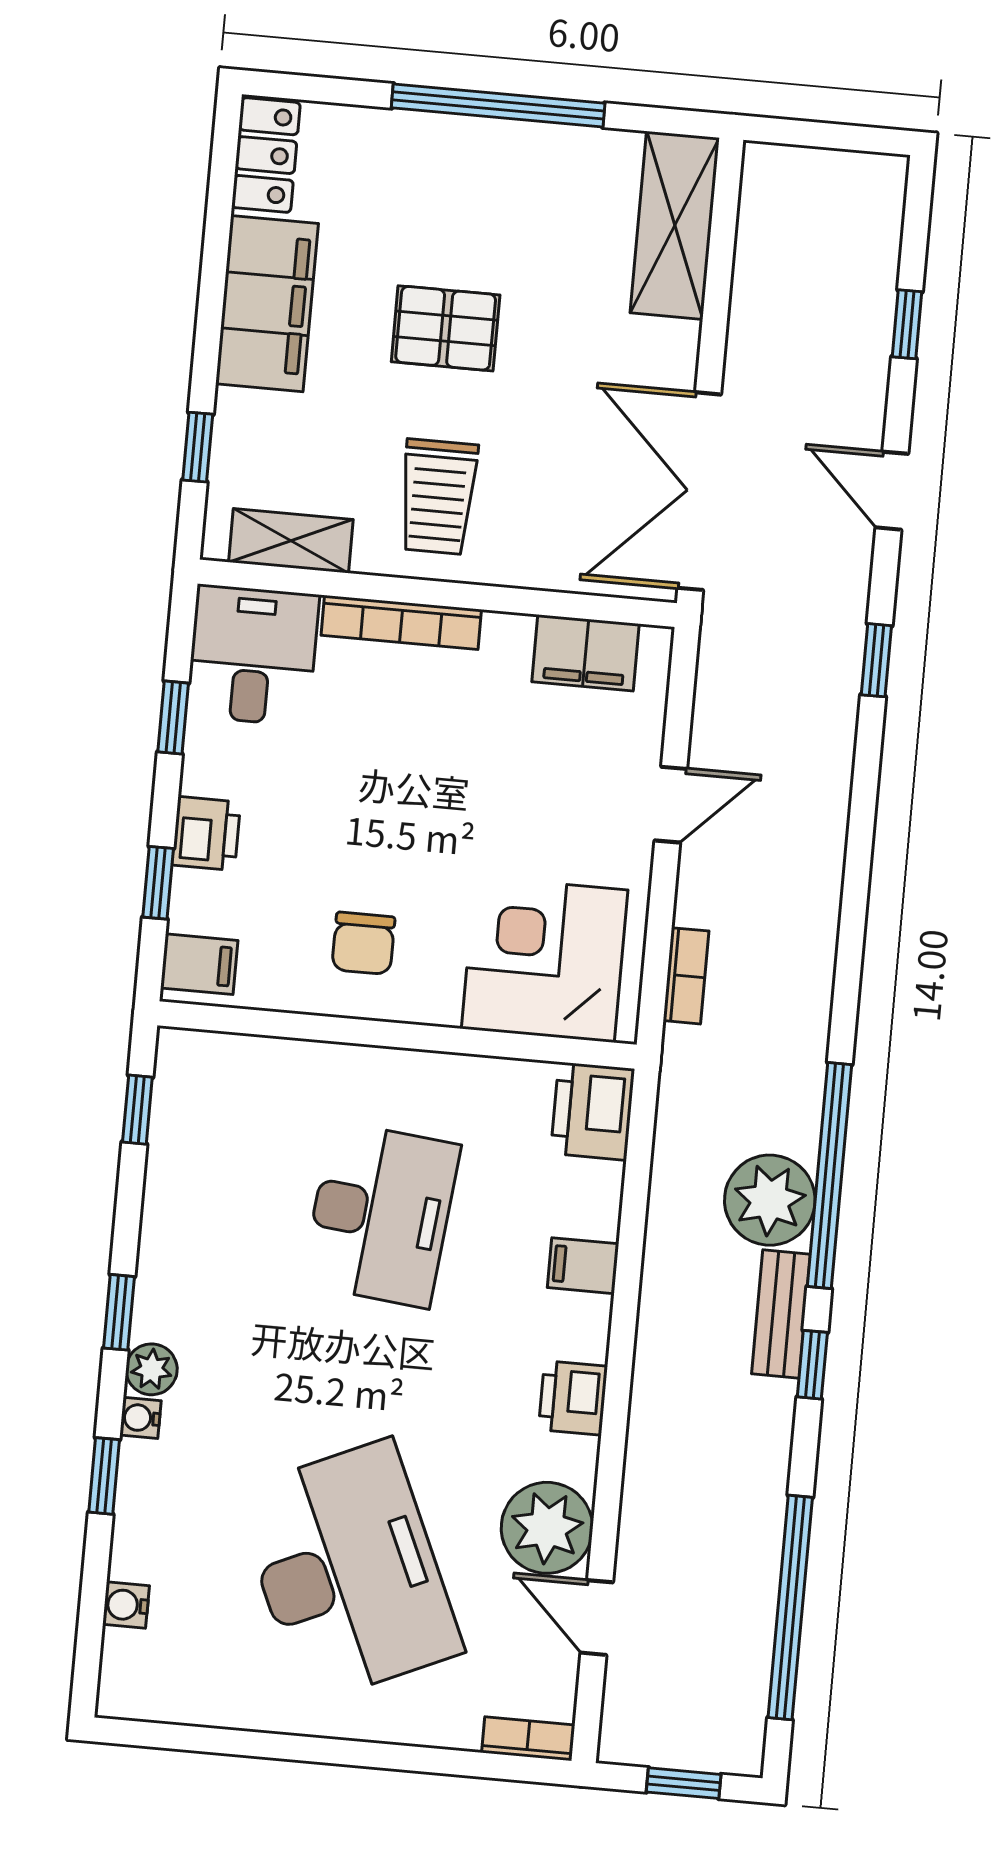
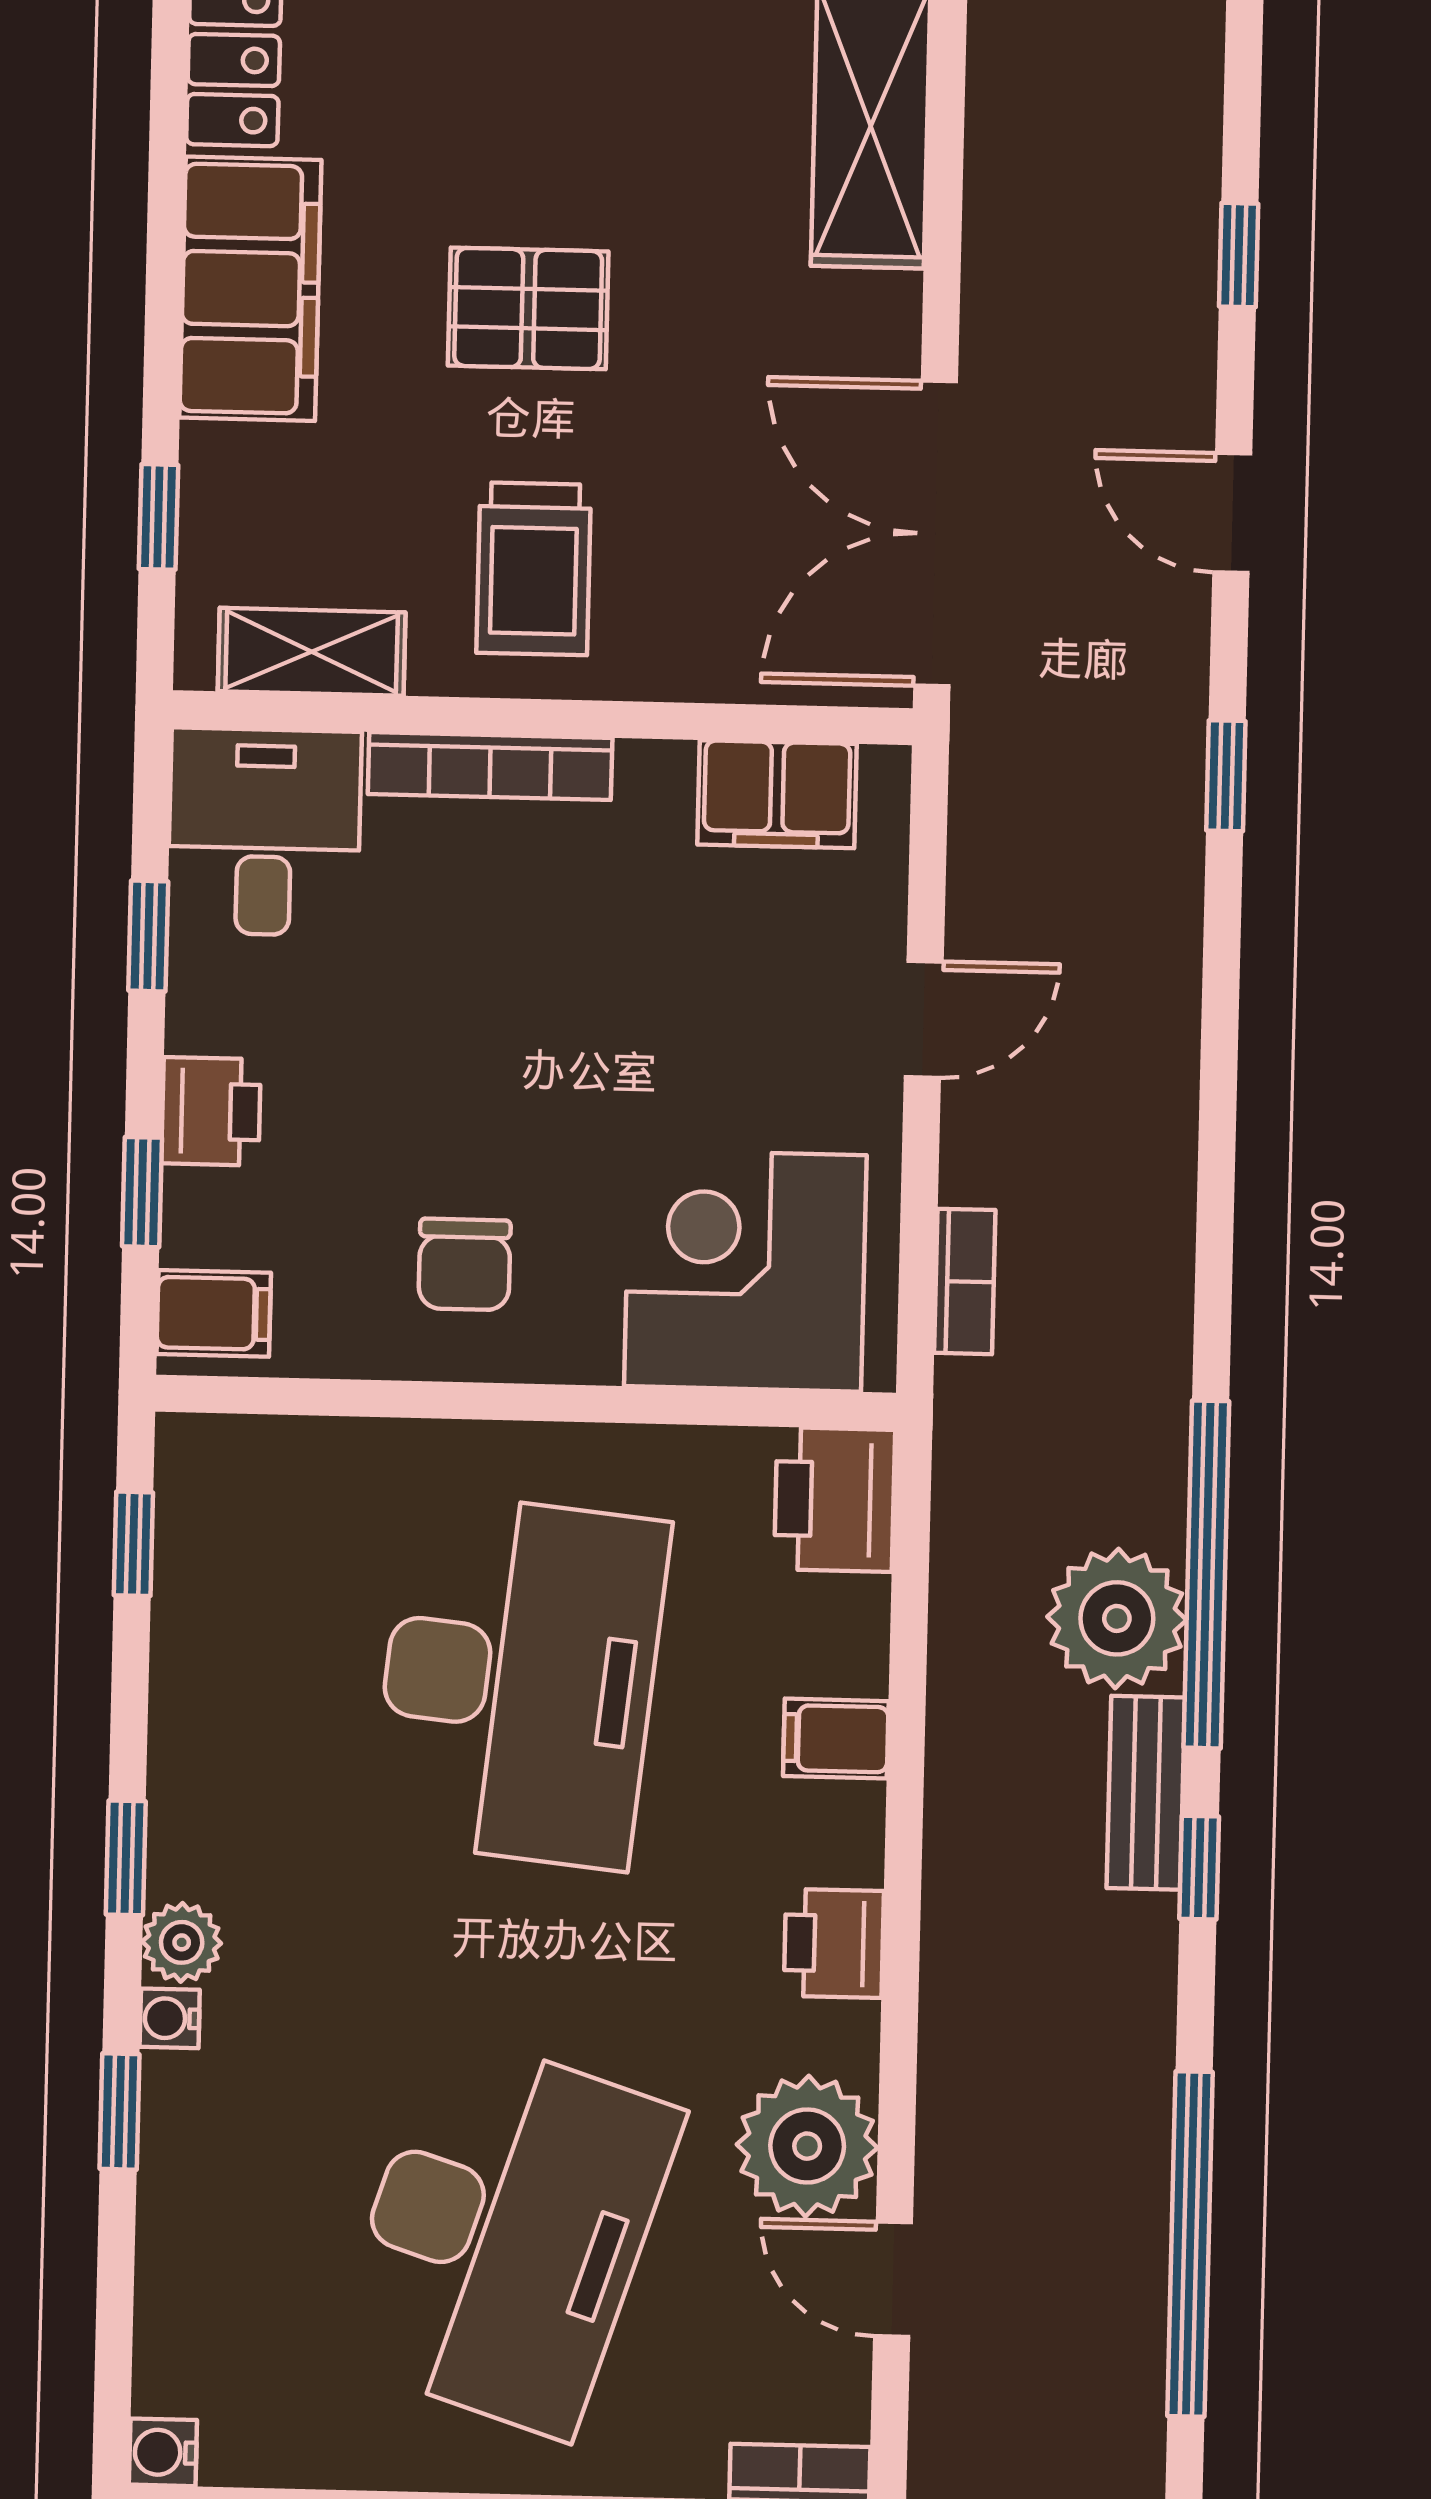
desk: (381, 1214) -> (519, 1680), width x1.36, depth x1.30
desk: (348, 1572) -> (505, 2234), turned 42
water cooler: (126, 1605) -> (163, 2452), moved

